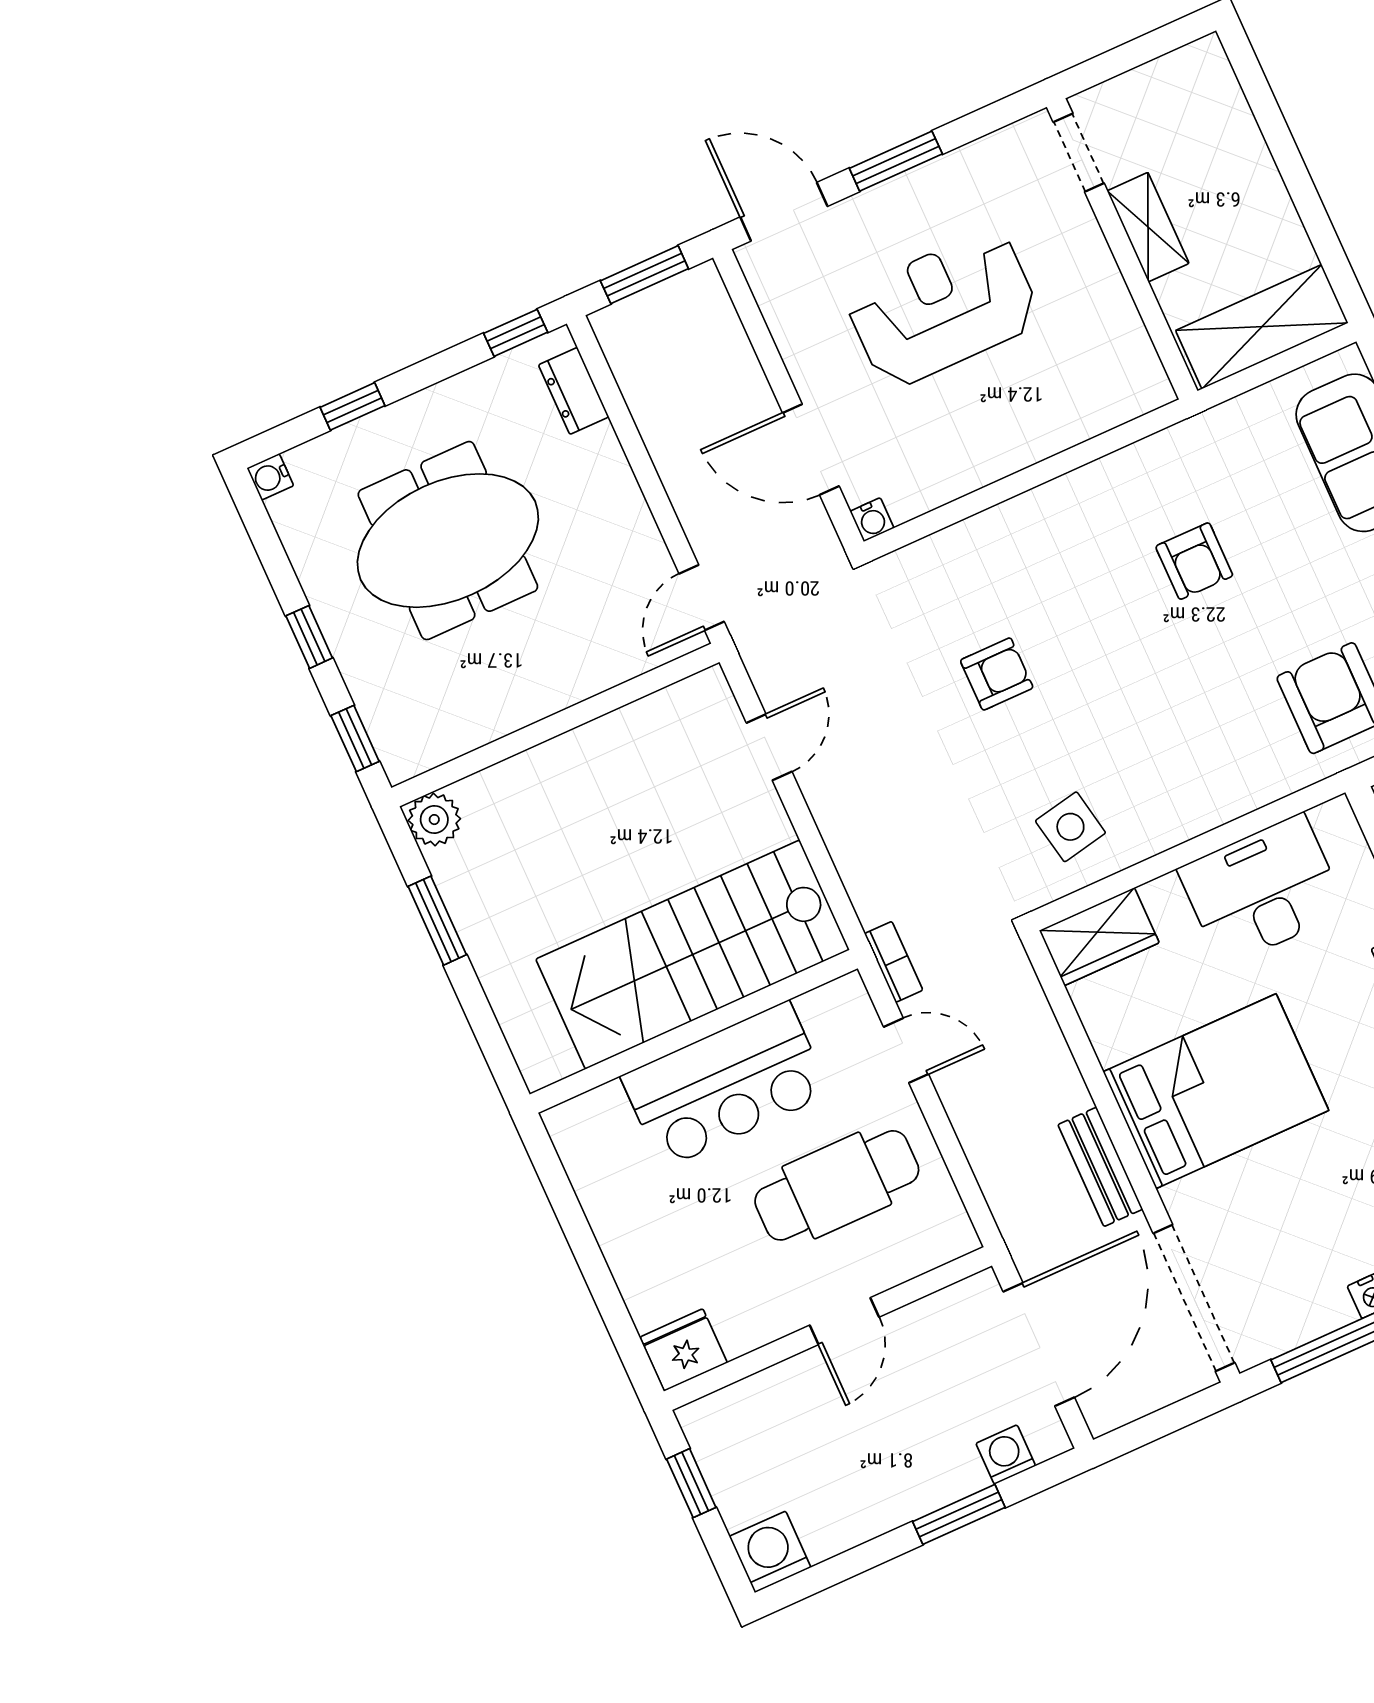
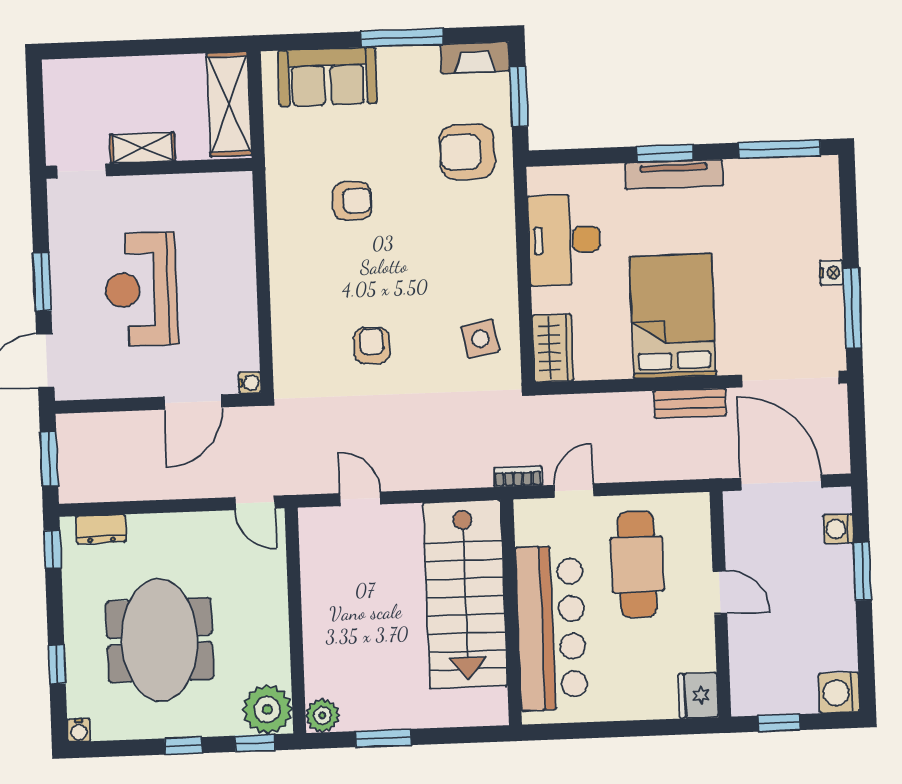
plant: (411, 736) -> (267, 709), added
bar counter: (726, 1085) -> (551, 628), width x1.36

